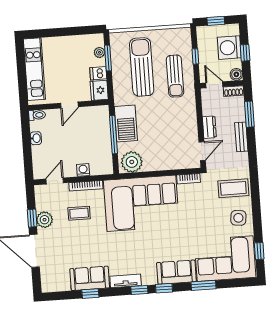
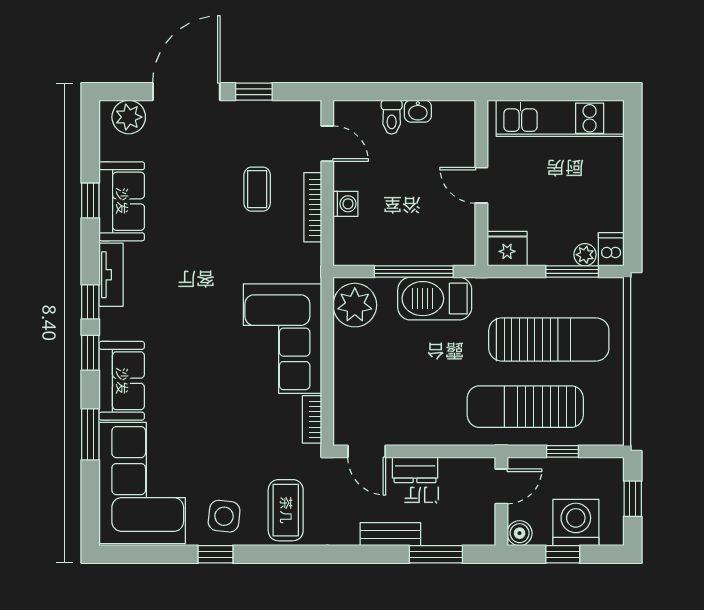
dishwasher: (98, 73) -> (611, 249), moved
sun lounger: (175, 76) -> (525, 407), width x1.36, depth x1.34
shoe rack: (234, 91) -> (486, 525), removed
toilet: (37, 115) -> (392, 117), moved
corner sofa: (141, 203) -> (282, 339), width x0.73, depth x0.74
plant: (44, 220) -> (129, 117), moved
window: (259, 251) -> (215, 554), moved

